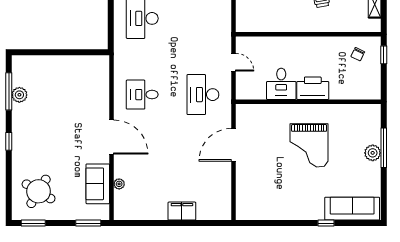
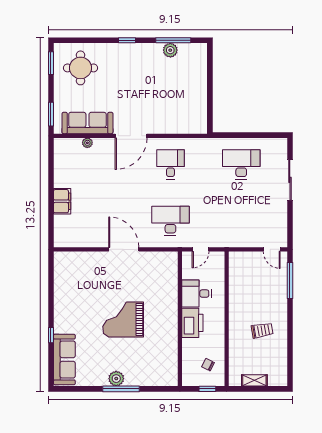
desk: (281, 84) -> (196, 294), moved
printer: (313, 88) -> (192, 323), moved
wall: (308, 102) -> (180, 319), moved
sofa: (98, 184) -> (87, 123), width x1.36
round table: (39, 191) -> (80, 68), turned -31

